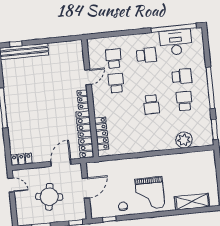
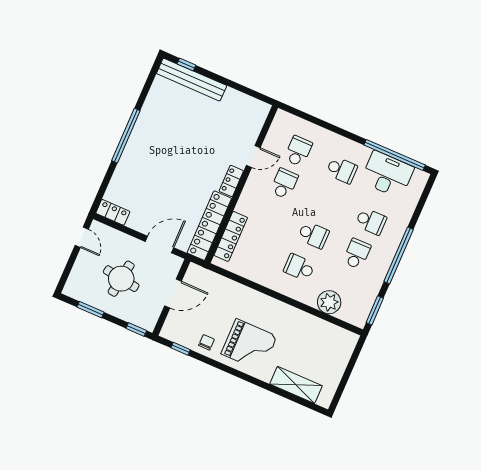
school desk: (151, 104) -> (313, 235), turned -90
school desk: (154, 129) -> (299, 267), added
grand piano: (150, 193) -> (249, 345), turned -90

